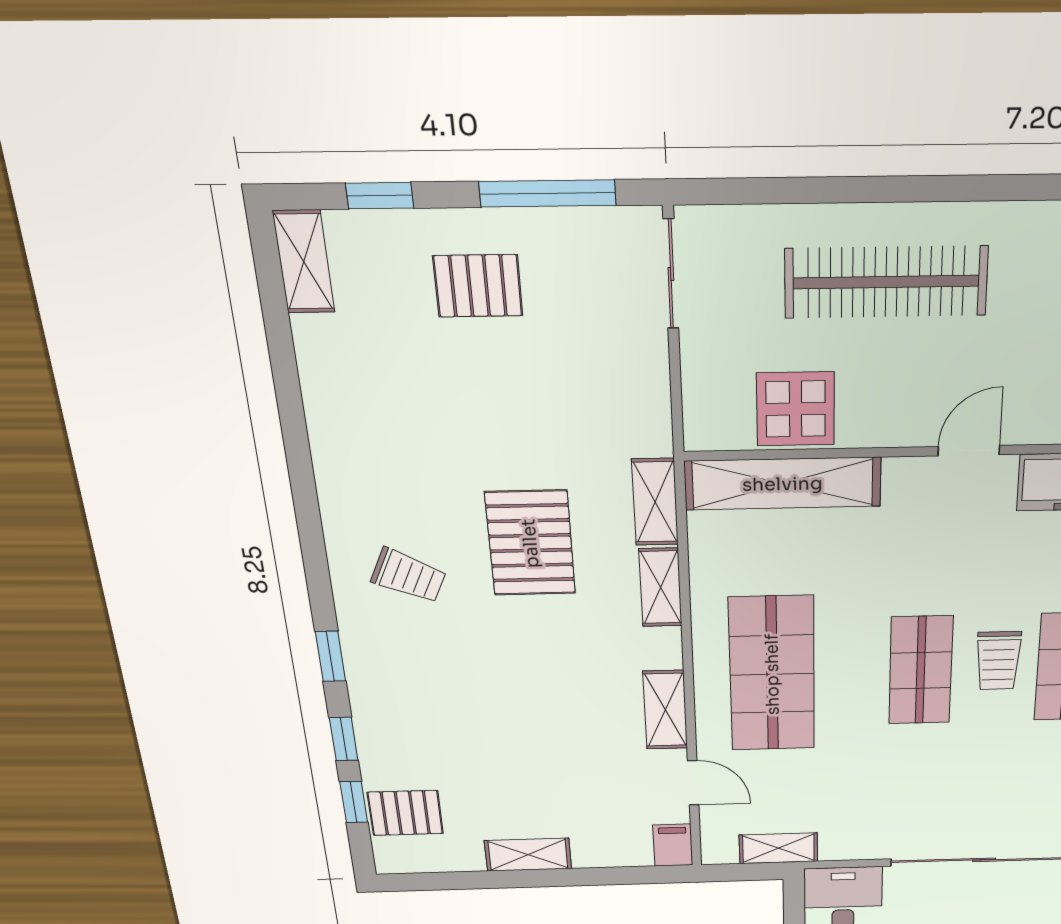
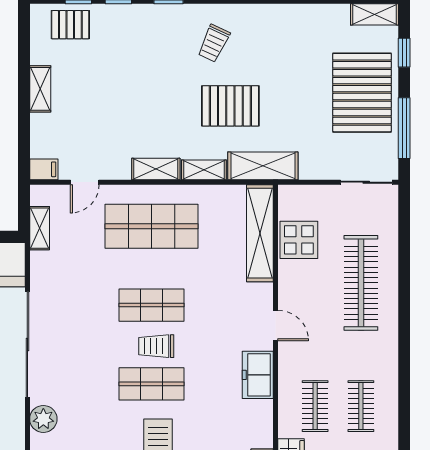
pallet: (478, 286) -> (362, 93), width x2.05, depth x2.00
shelving: (655, 502) -> (263, 166), width x1.50, depth x1.33
shelving: (665, 710) -> (156, 169), moved
pallet: (405, 813) -> (70, 25), turned 90

